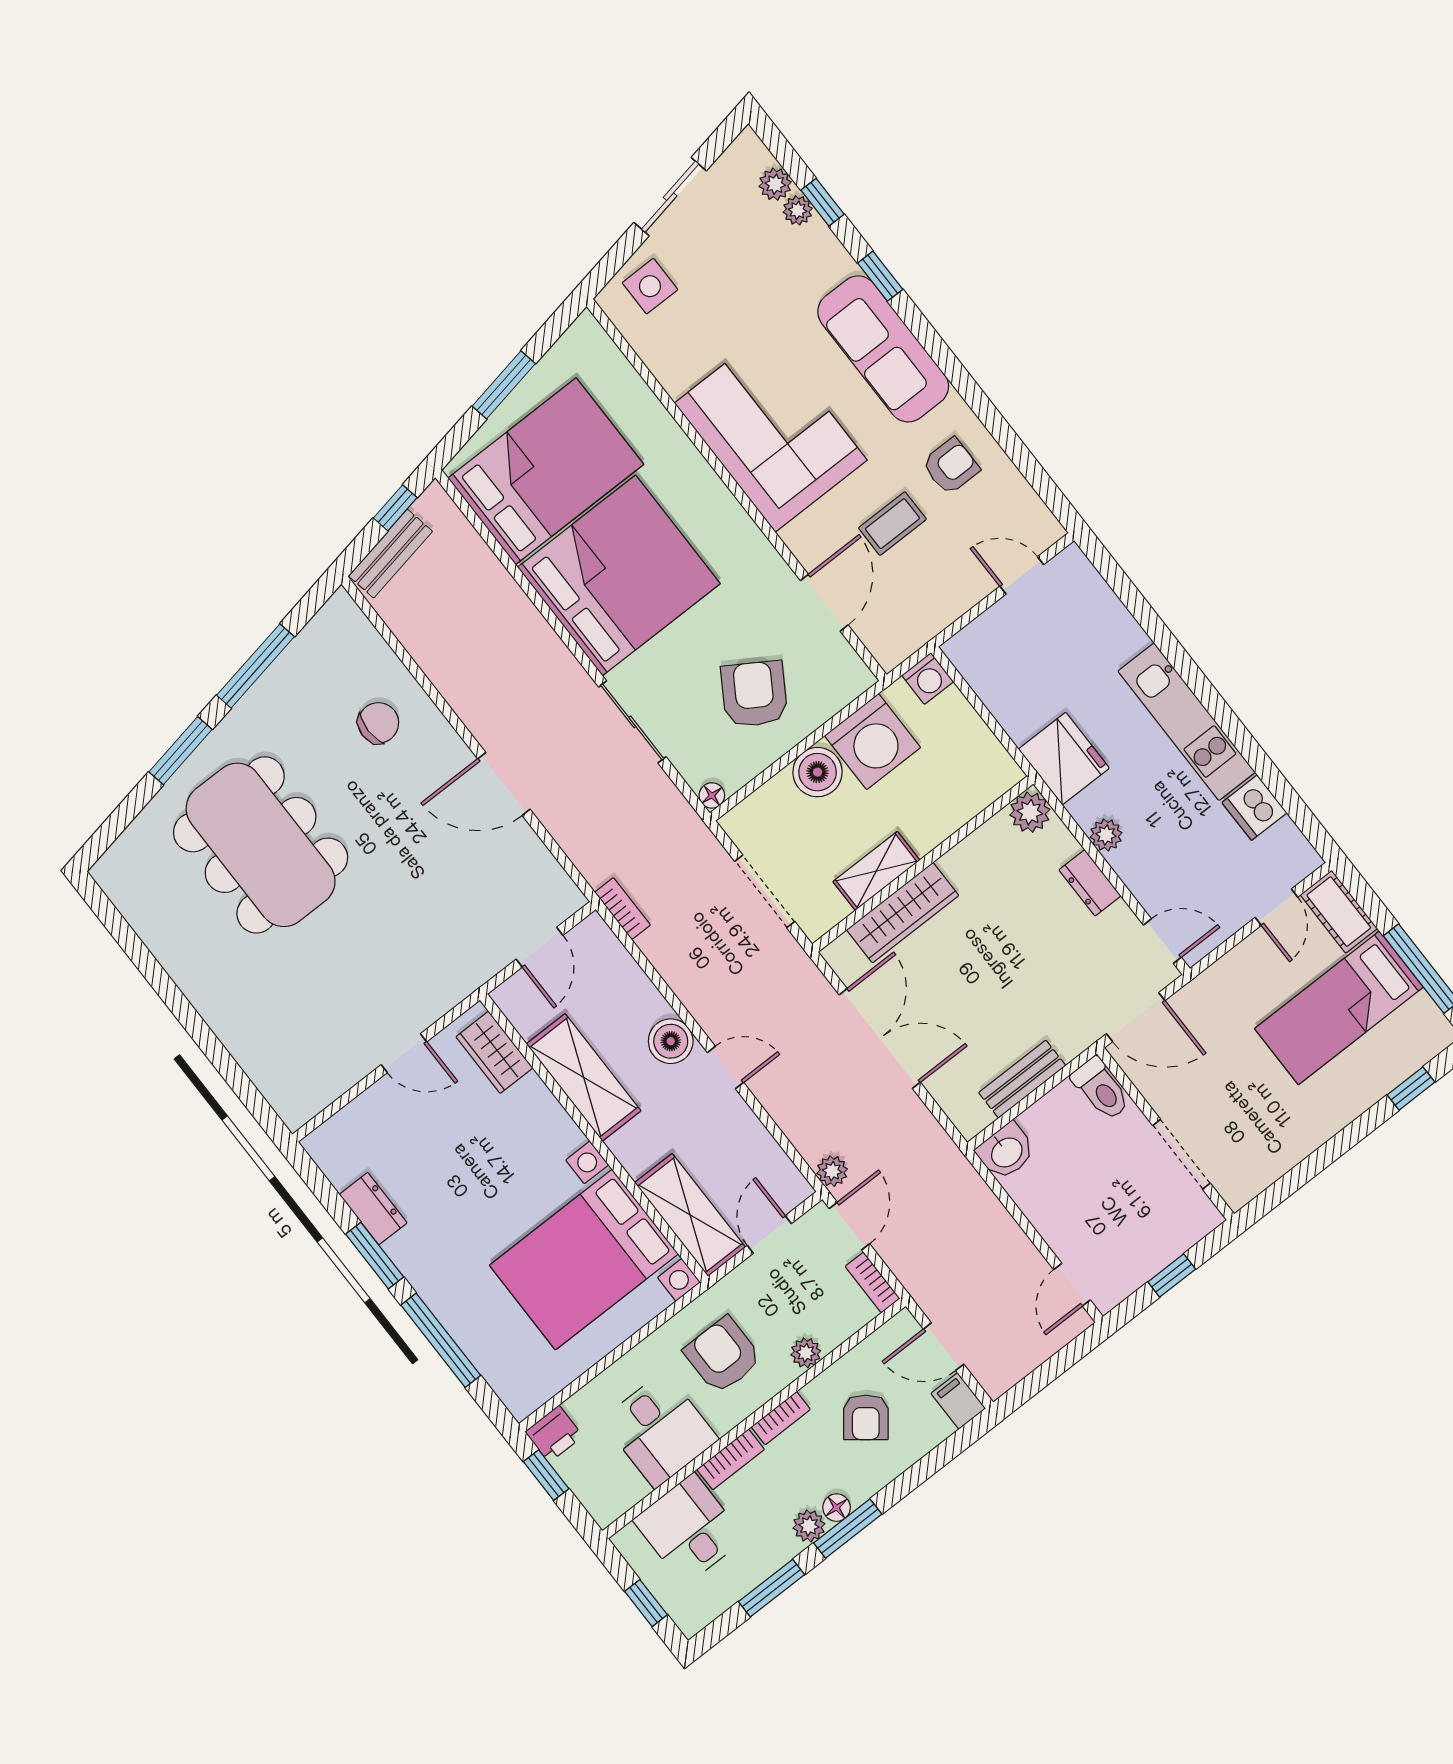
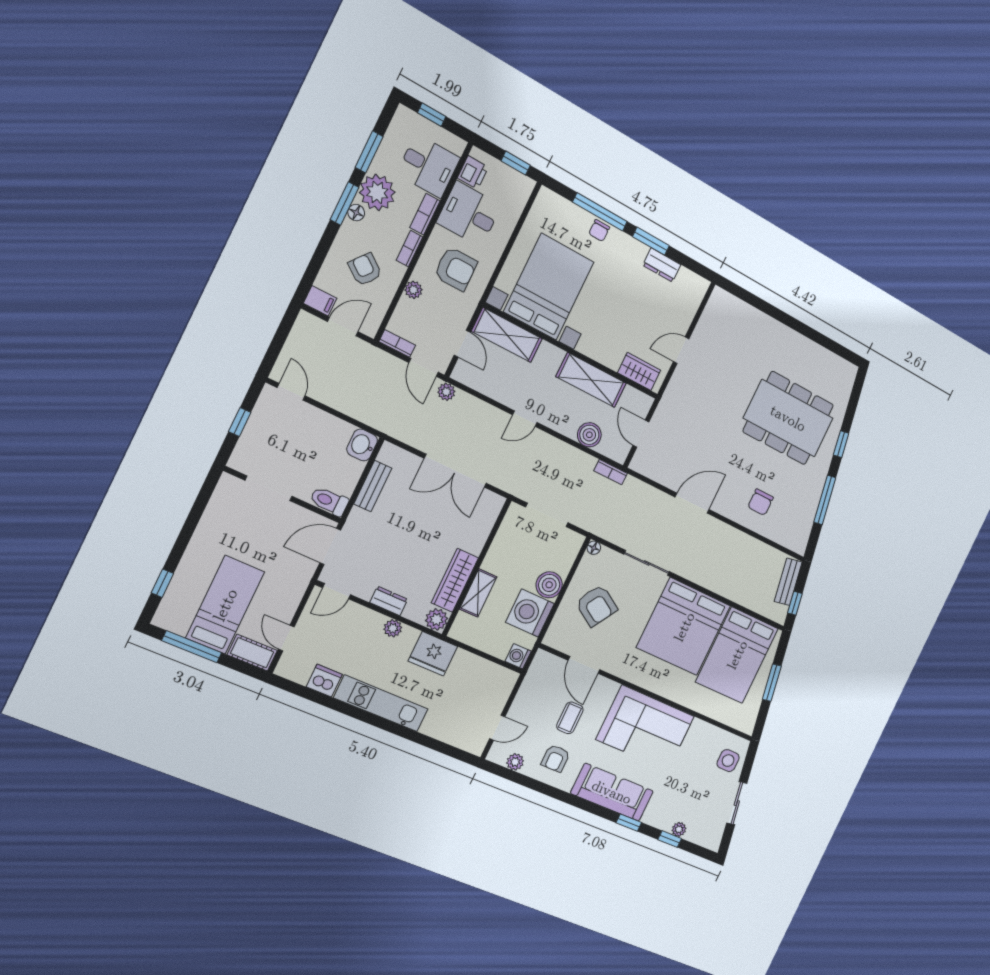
plant: (775, 184) -> (515, 762), moved
window: (181, 751) -> (841, 444), width x0.67
shelving: (876, 871) -> (478, 593), moved
wardrobe: (903, 913) -> (455, 580), moved
boiler: (671, 1041) -> (589, 435), moved
chair: (456, 1311) -> (599, 231), added
printer: (554, 1434) -> (473, 172), moved, turned 180
plant: (809, 1526) -> (377, 192), width x1.87, depth x1.87

